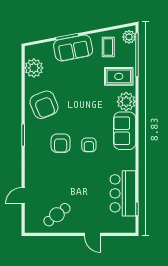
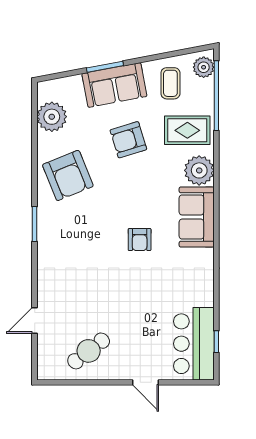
armchair: (61, 143) -> (128, 140), moved, turned 73
bar counter: (123, 193) -> (194, 344), moved

